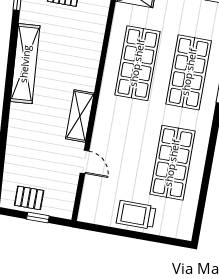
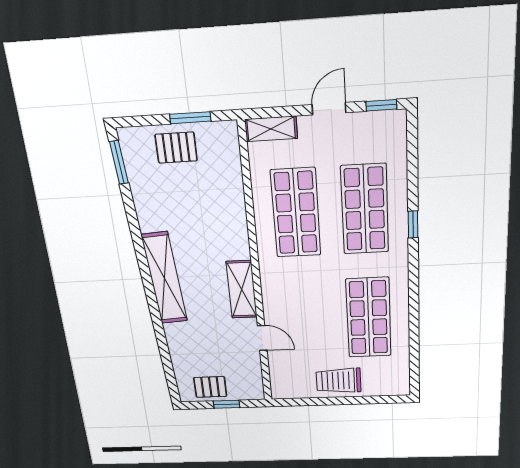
shelving: (25, 64) -> (164, 278), moved

